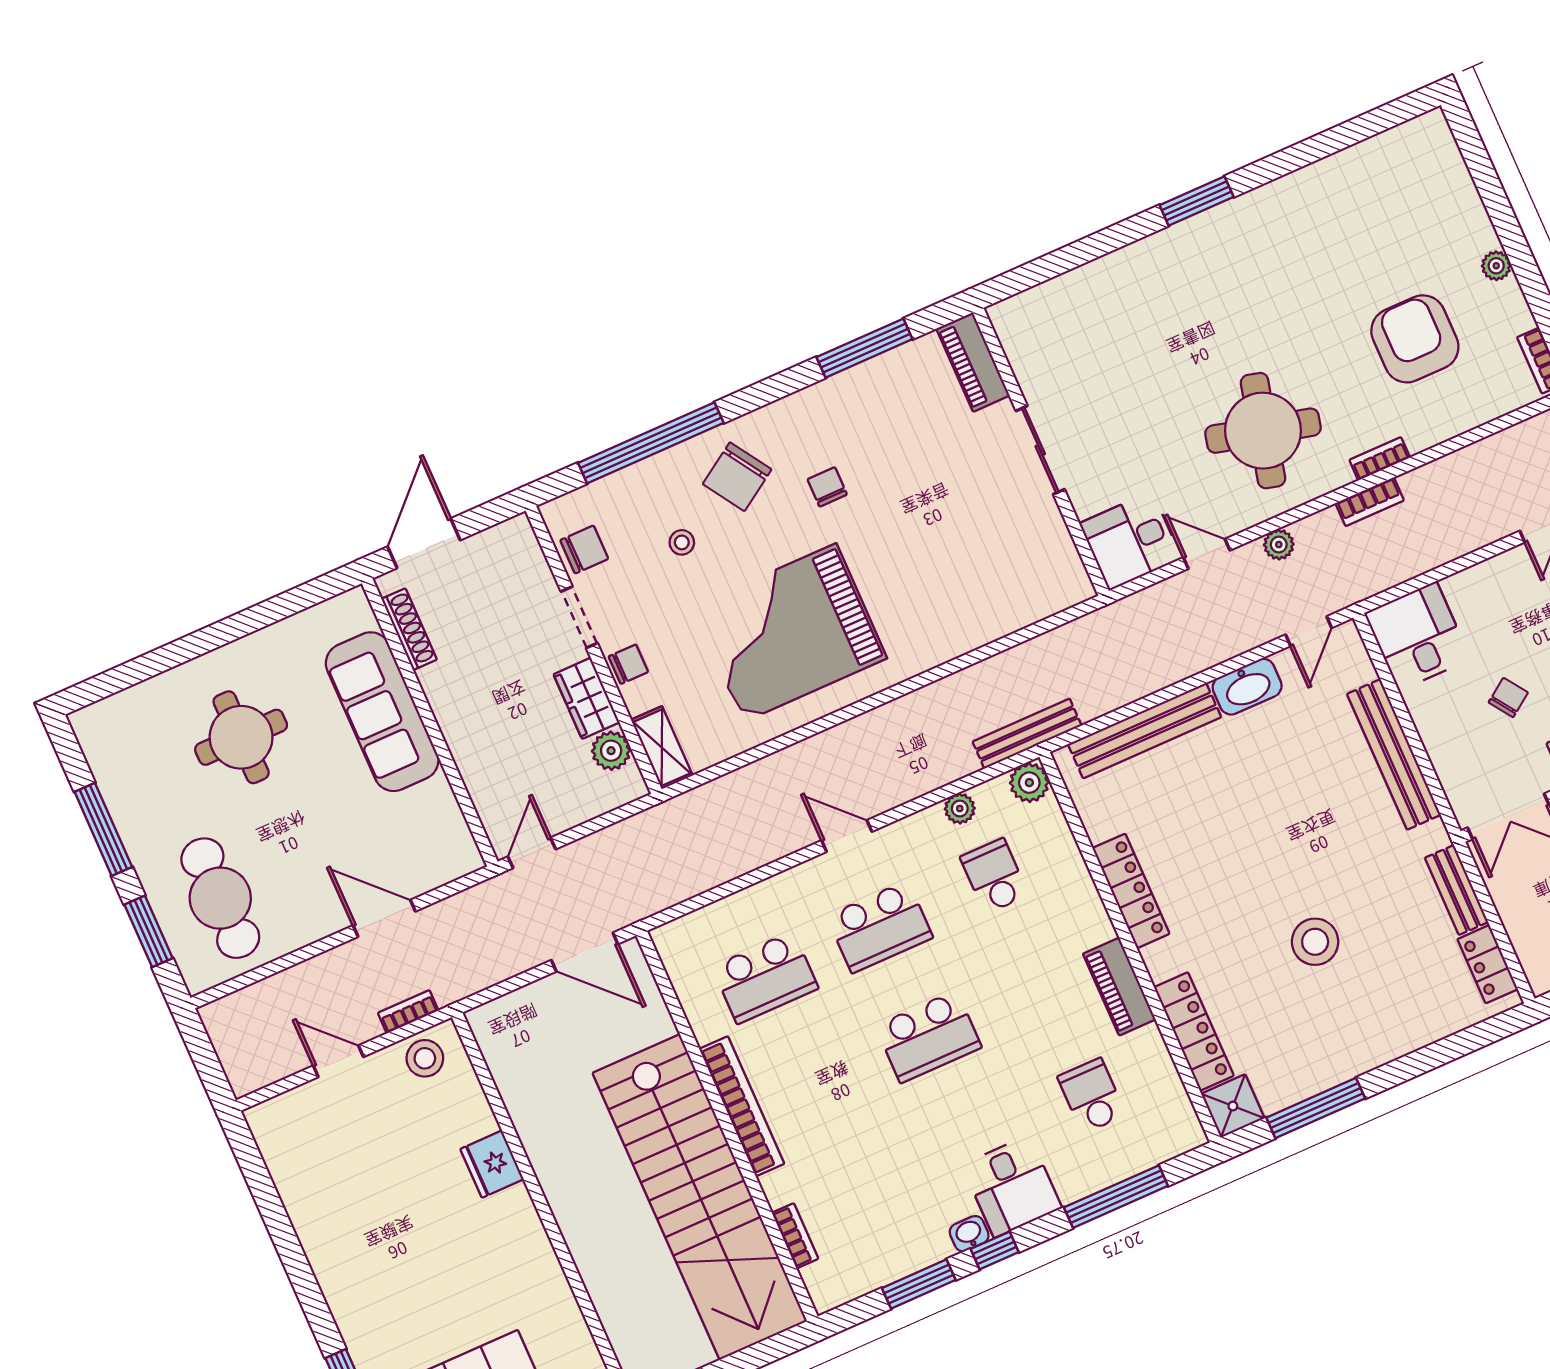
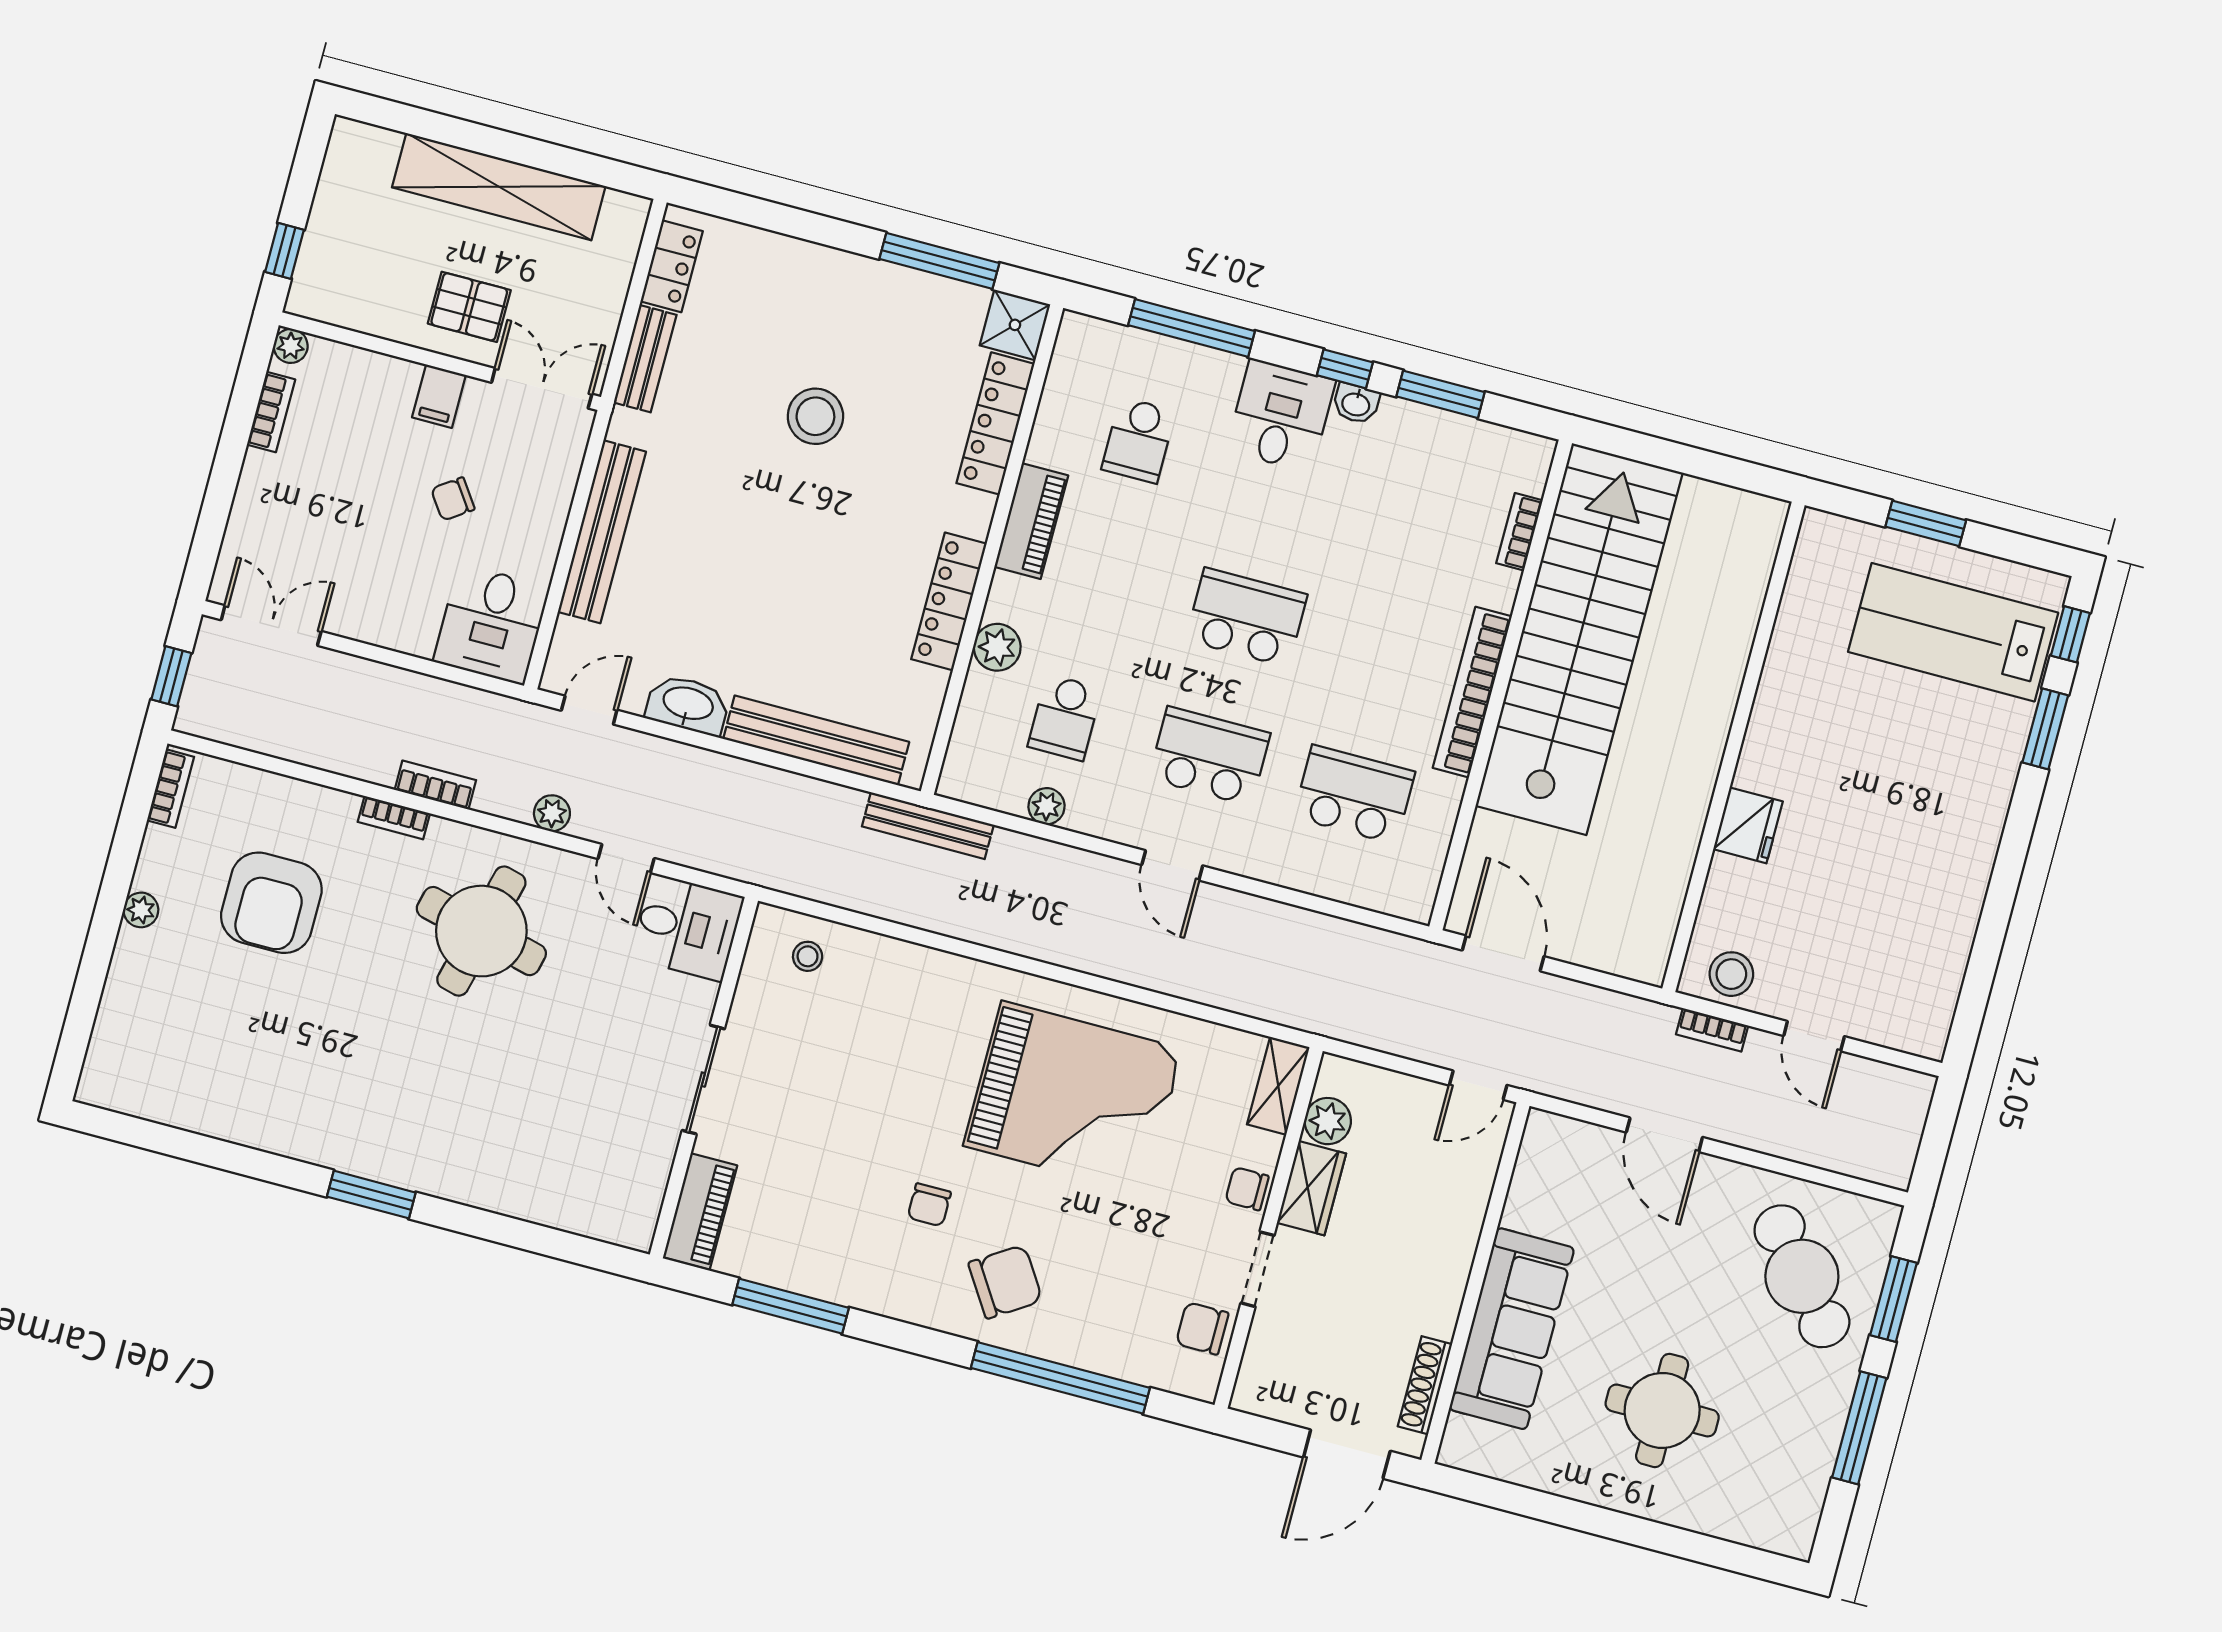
stool: (682, 542) -> (808, 956), moved
plant: (1029, 783) -> (997, 647), moved
cafe table: (220, 898) -> (1802, 1276), turned -40

